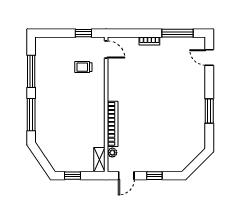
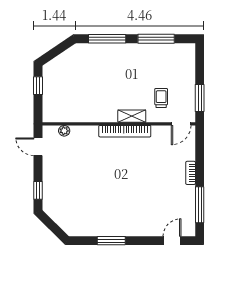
window: (83, 33) -> (200, 98), width x1.50
bookcase: (113, 124) -> (125, 131), moved
shelving: (99, 160) -> (132, 116), moved
window: (154, 176) -> (38, 190), moved

